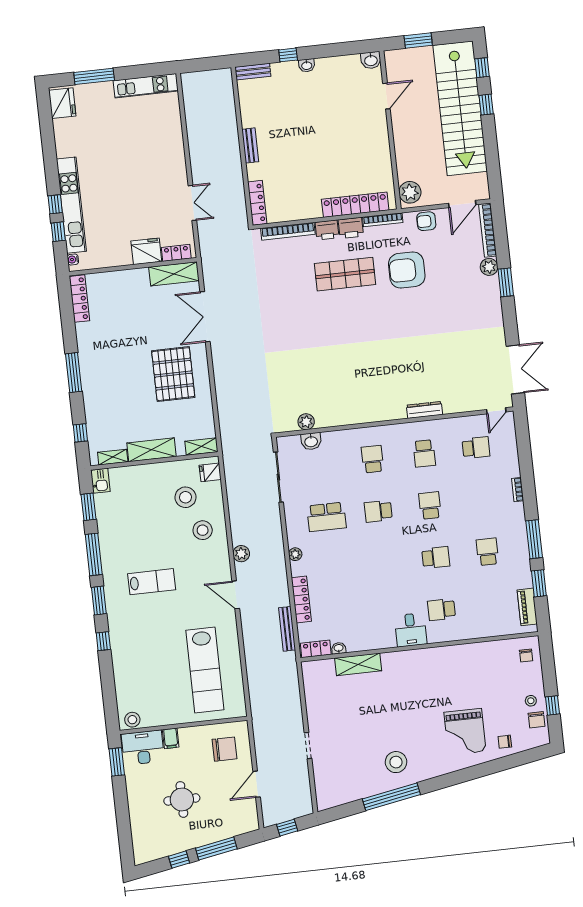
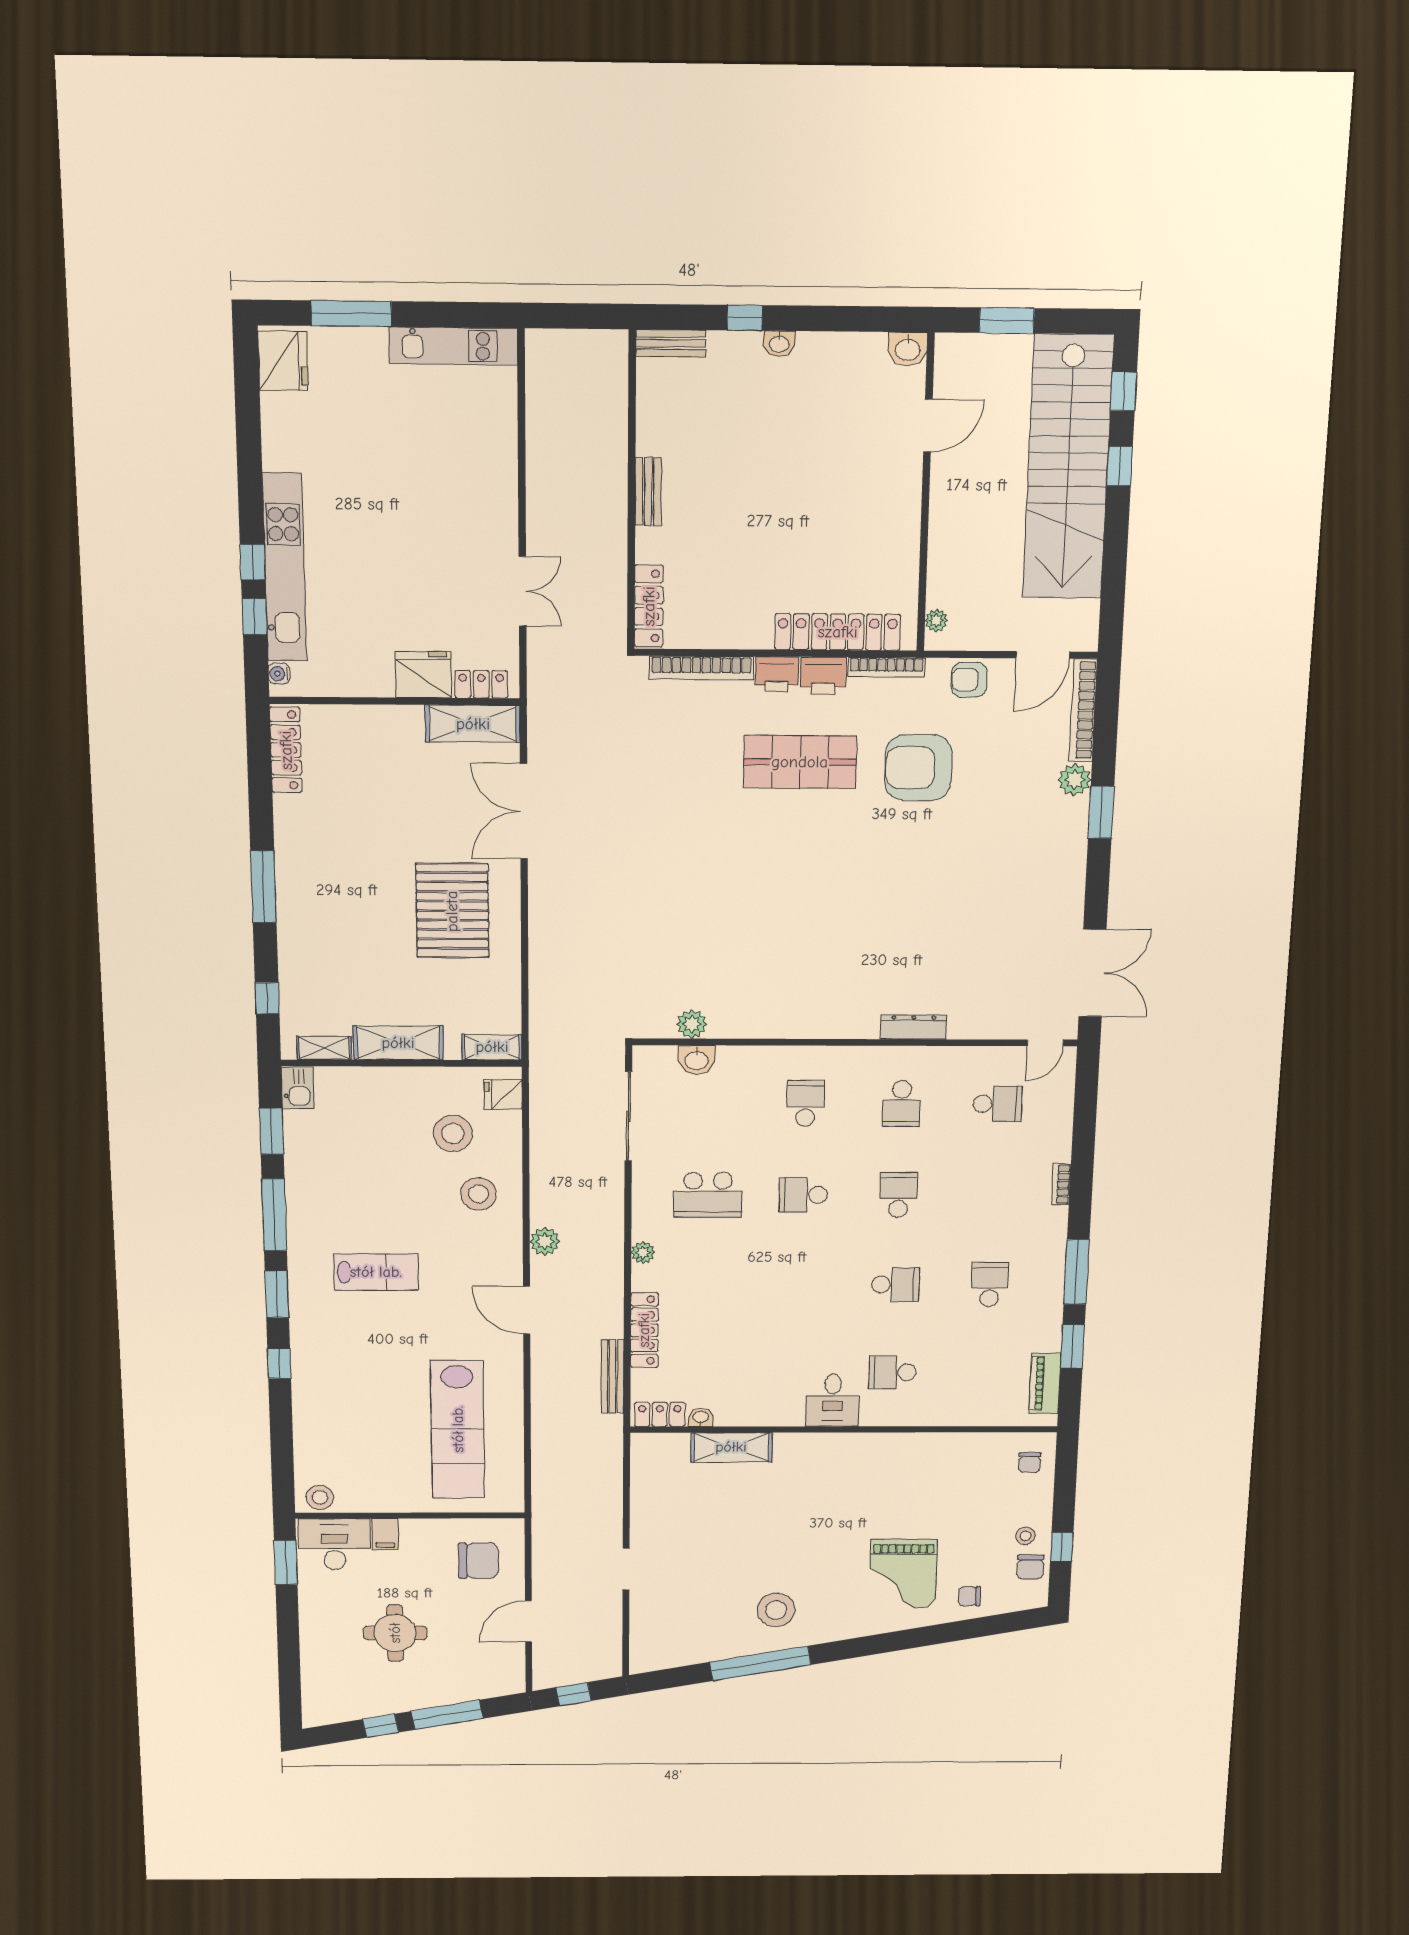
plant: (410, 192) -> (936, 620), width x0.53, depth x0.53

